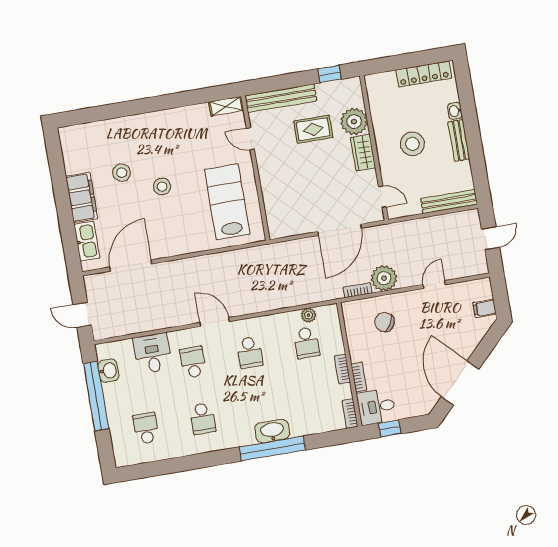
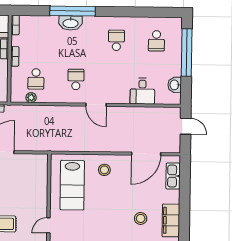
door: (250, 139) -> (48, 225), swing flipped
stool: (162, 187) -> (104, 170), moved
filing cabinet: (82, 197) -> (171, 220), moved
school desk: (306, 343) -> (36, 79), turned 180
school desk: (193, 362) -> (116, 80), removed
window: (96, 396) -> (187, 52), moved

